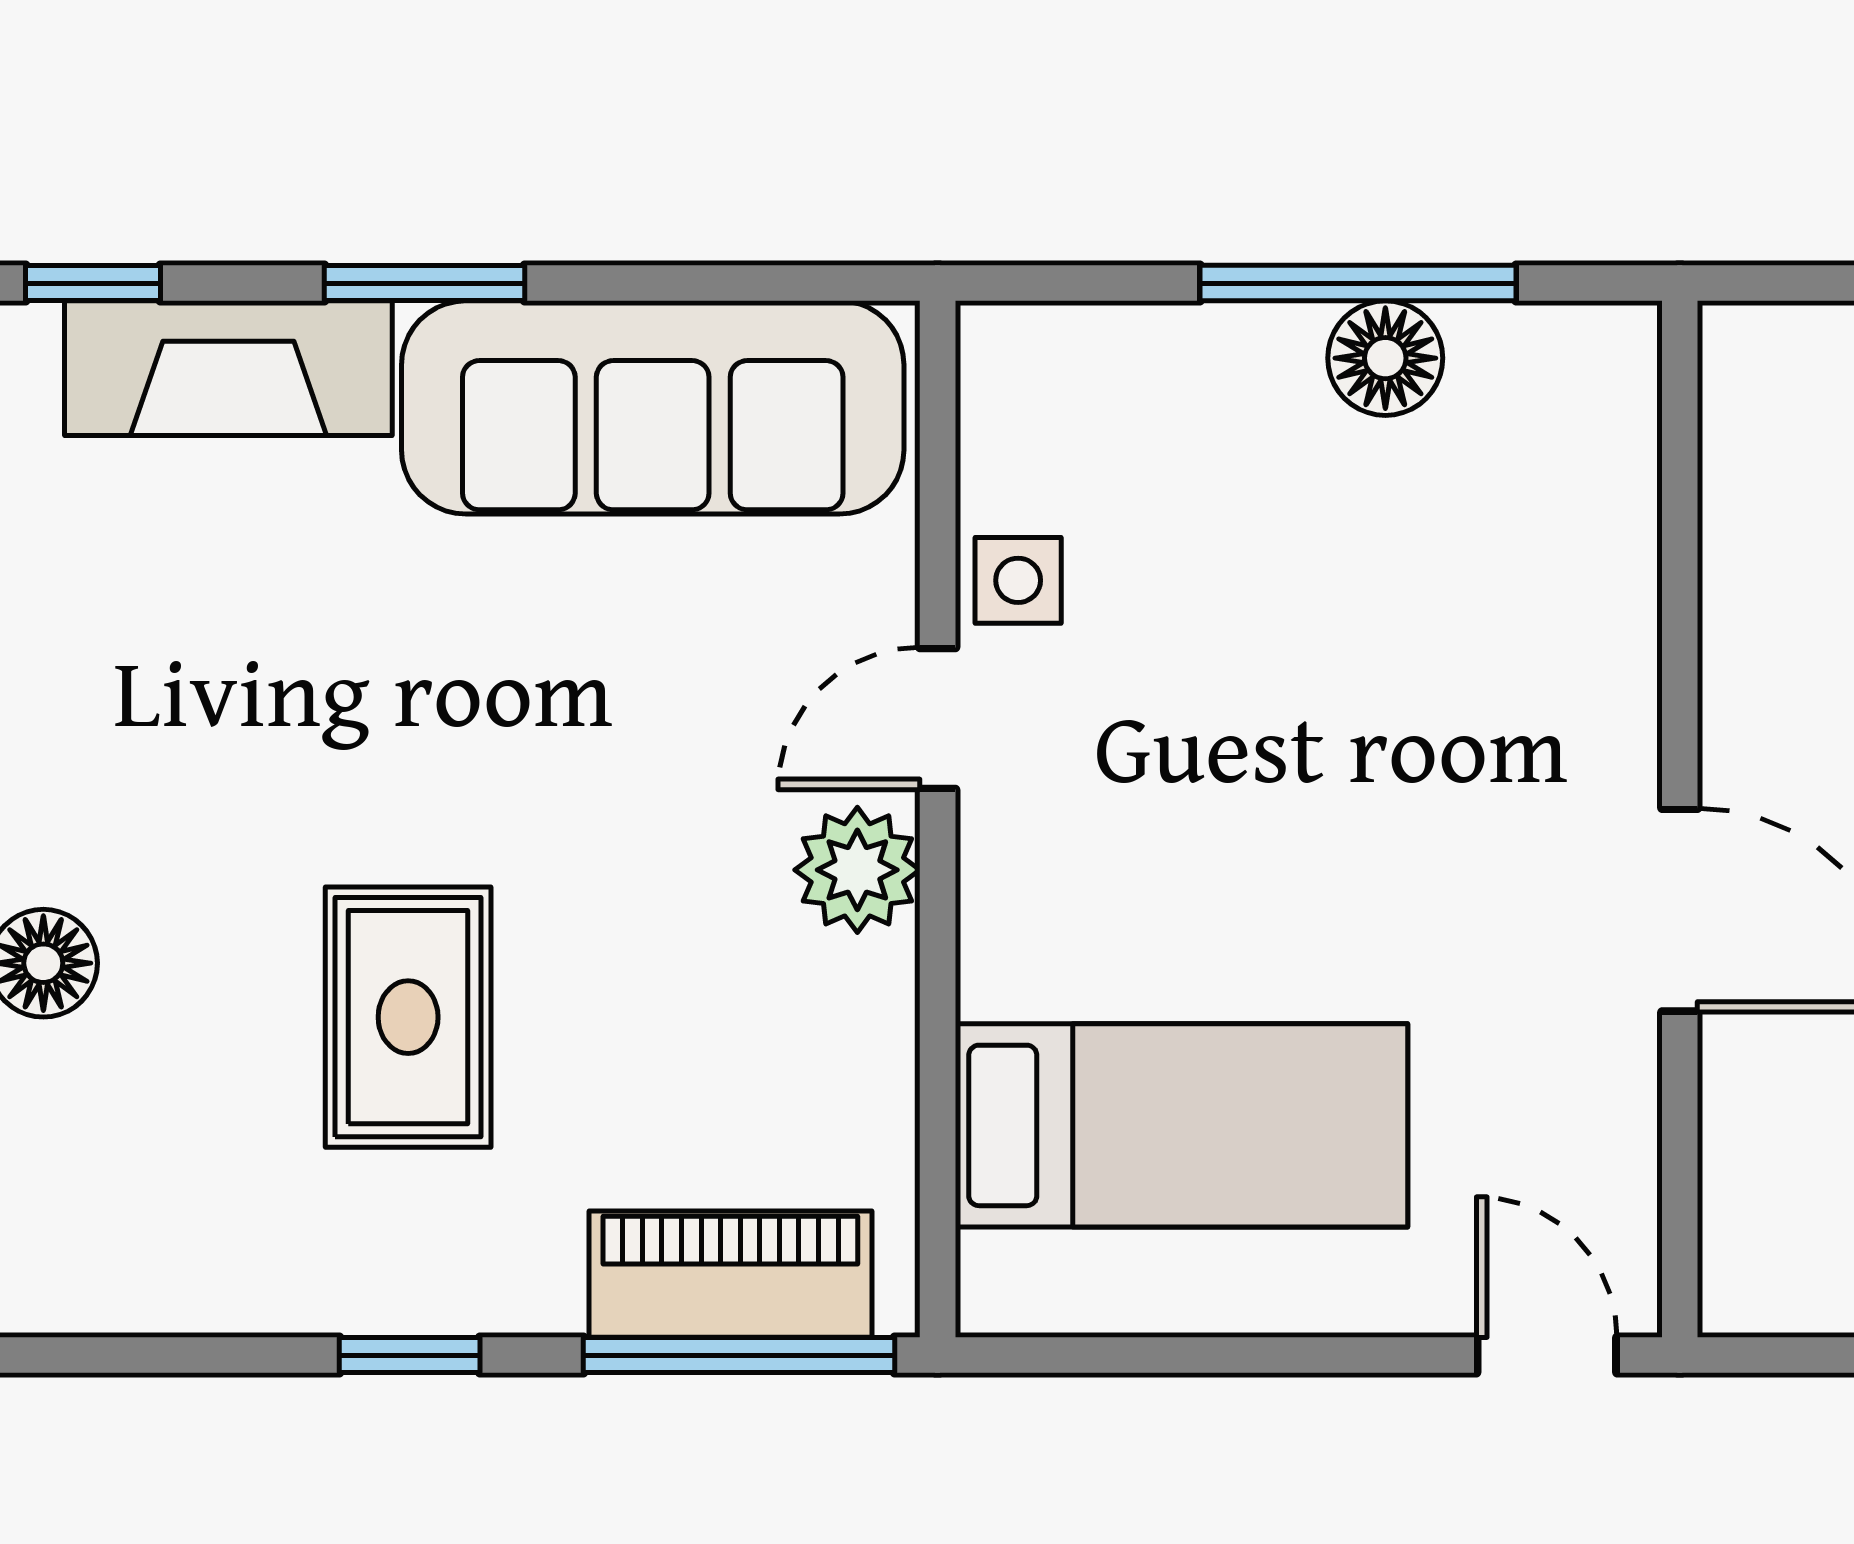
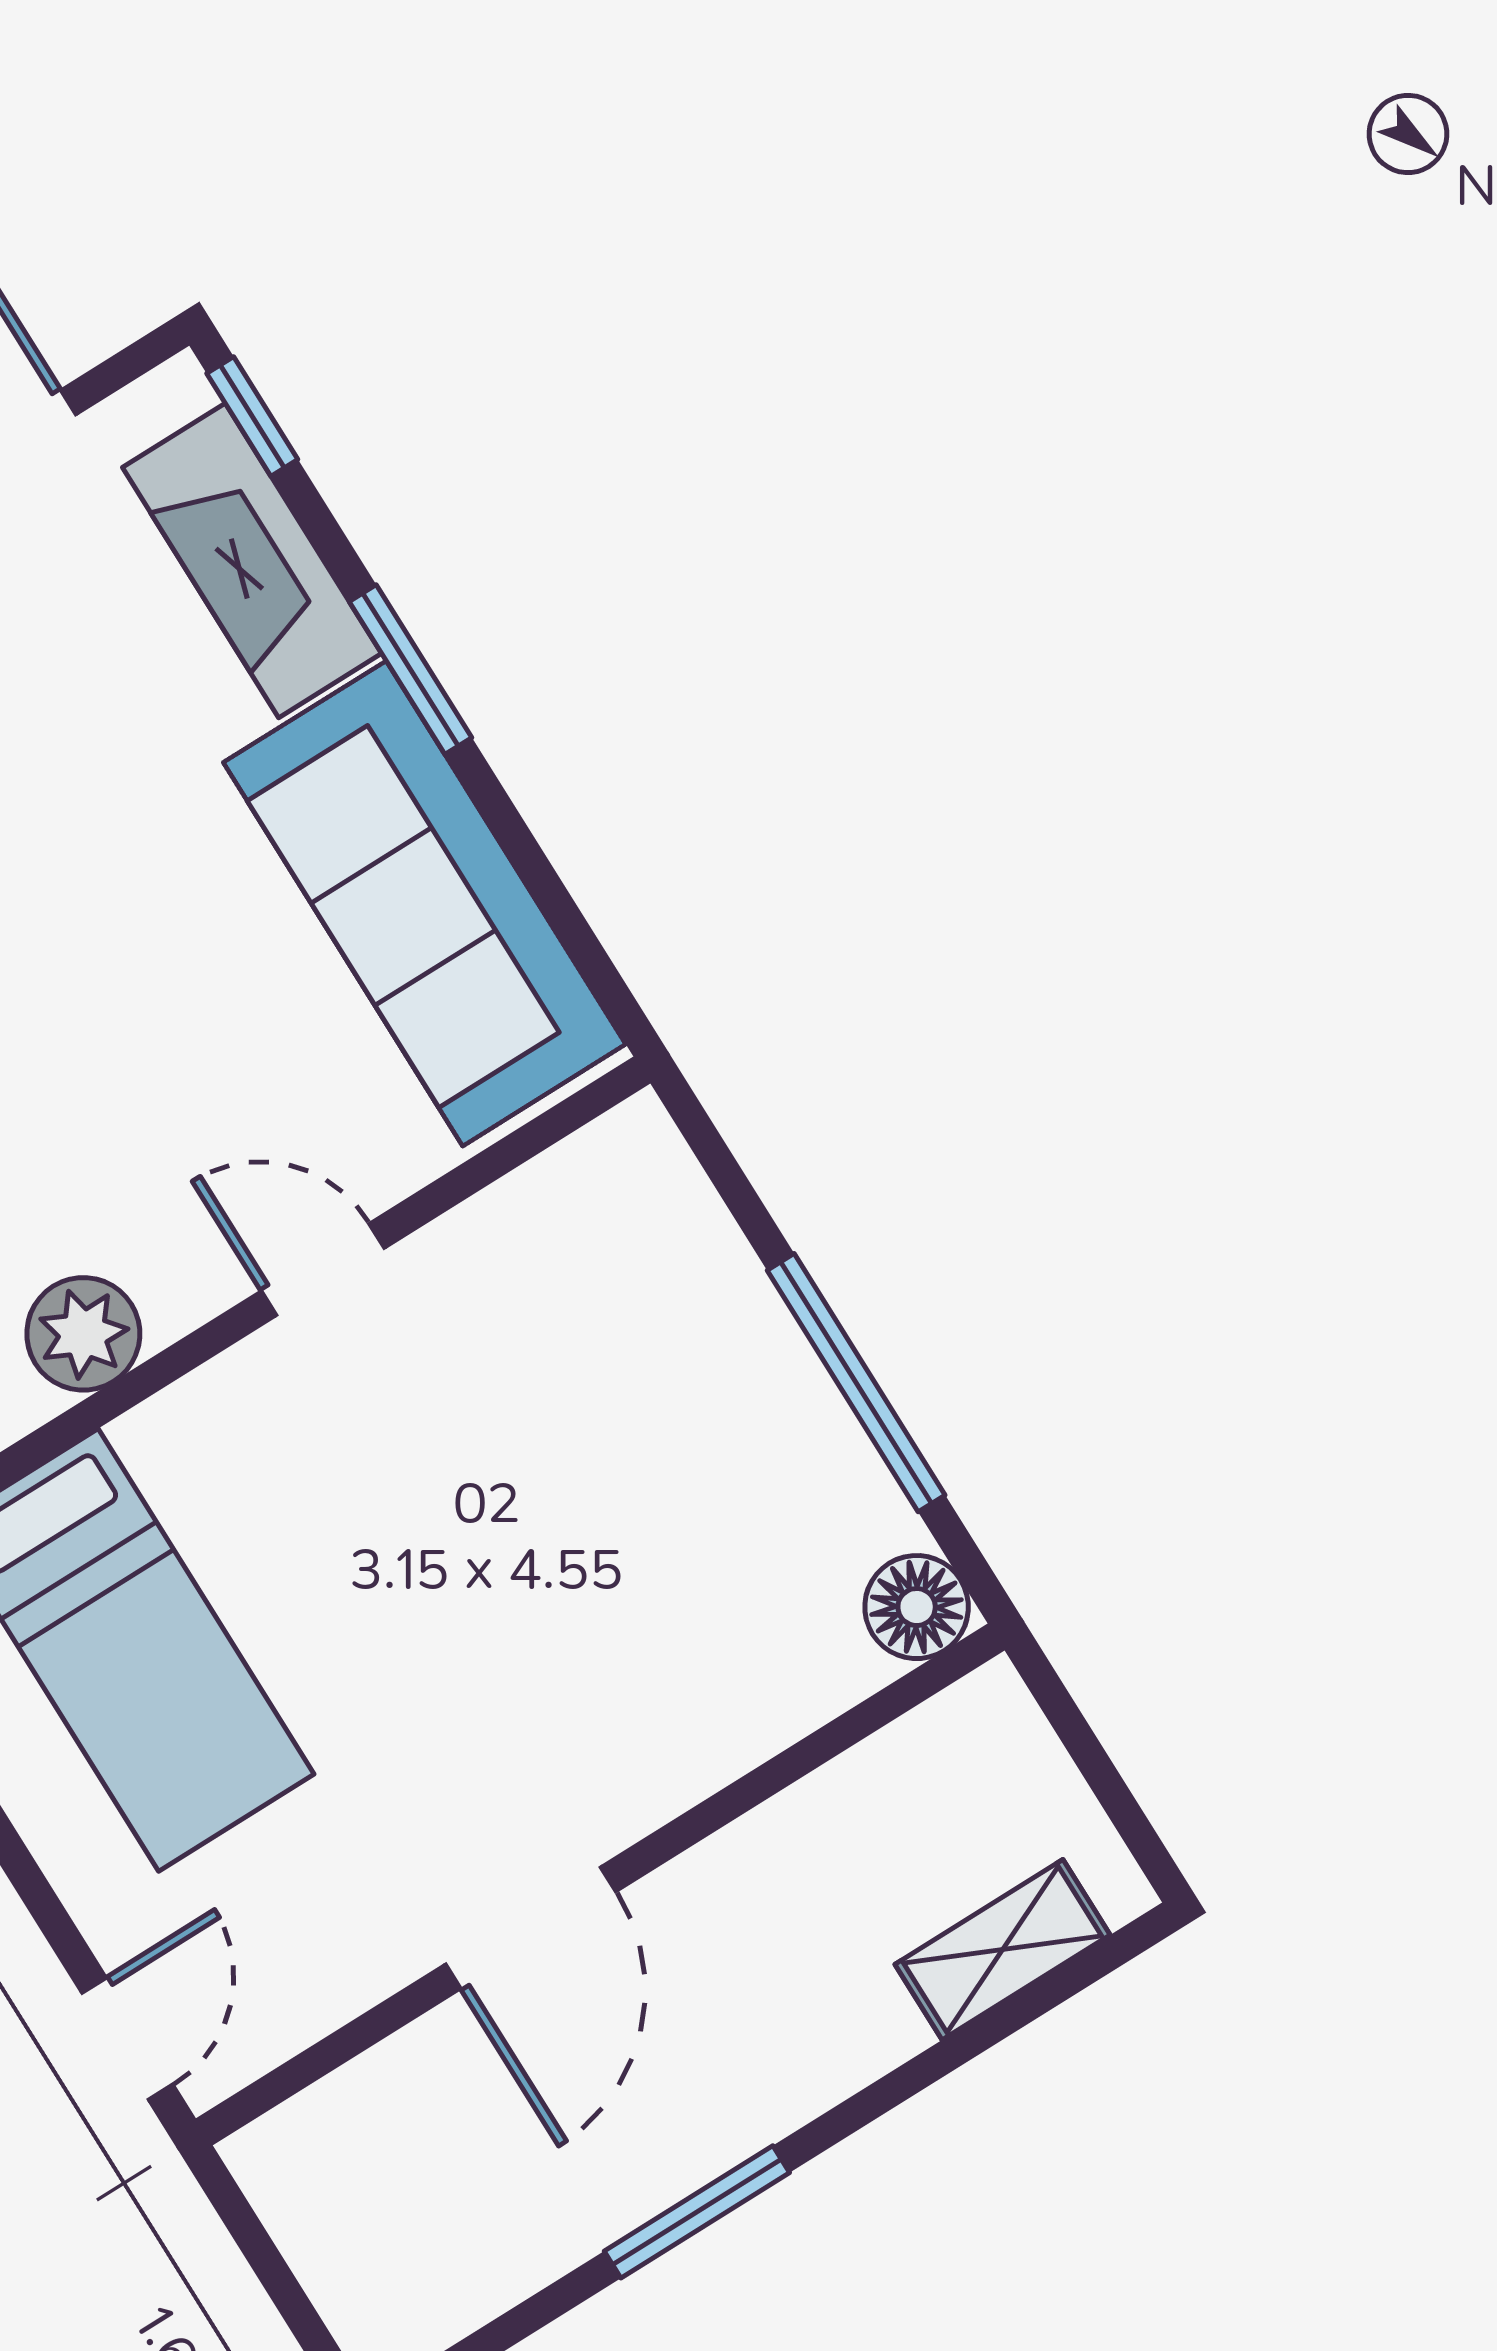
floor lamp: (1385, 358) -> (917, 1607), moved
side table: (1018, 580) -> (467, 1265), removed
plant: (857, 870) -> (83, 1334), moved

